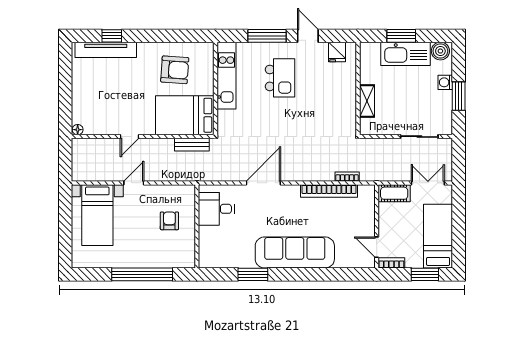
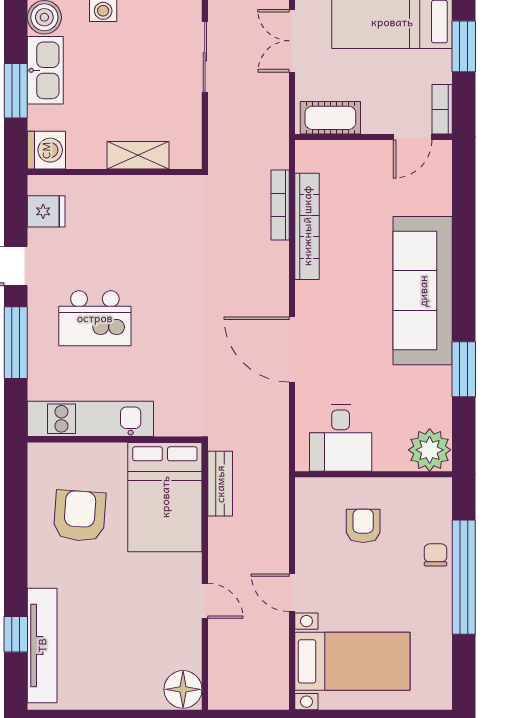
washing machine: (370, 52) -> (46, 150), added
kitchen sink: (406, 54) -> (45, 70), width x0.73, depth x0.81
kitchen island: (280, 78) -> (95, 318), turned 180
floor lamp: (78, 130) -> (183, 689), width x1.89, depth x1.89
bookcase: (347, 177) -> (280, 205), width x1.56
cot: (394, 193) -> (330, 118), moved, turned 90
armchair: (169, 221) -> (363, 526), turned 90
plant: (210, 256) -> (430, 450), added
chair: (154, 259) -> (436, 555), added

